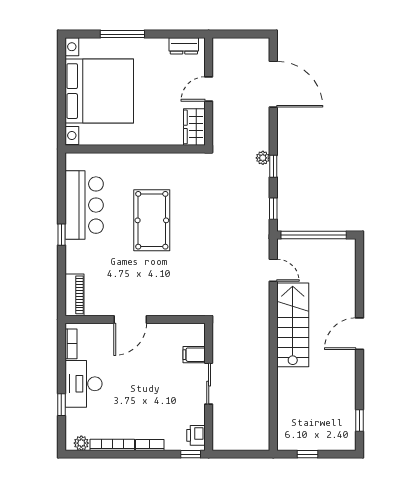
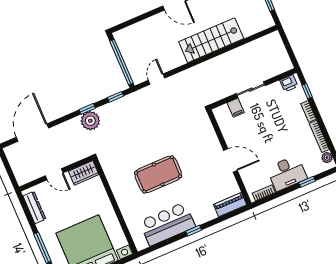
dresser: (184, 46) -> (34, 208), width x1.44
plant: (263, 158) -> (90, 121), width x1.87, depth x1.87
stairs: (293, 325) -> (211, 40), moved
window: (191, 454) -> (307, 91), moved

